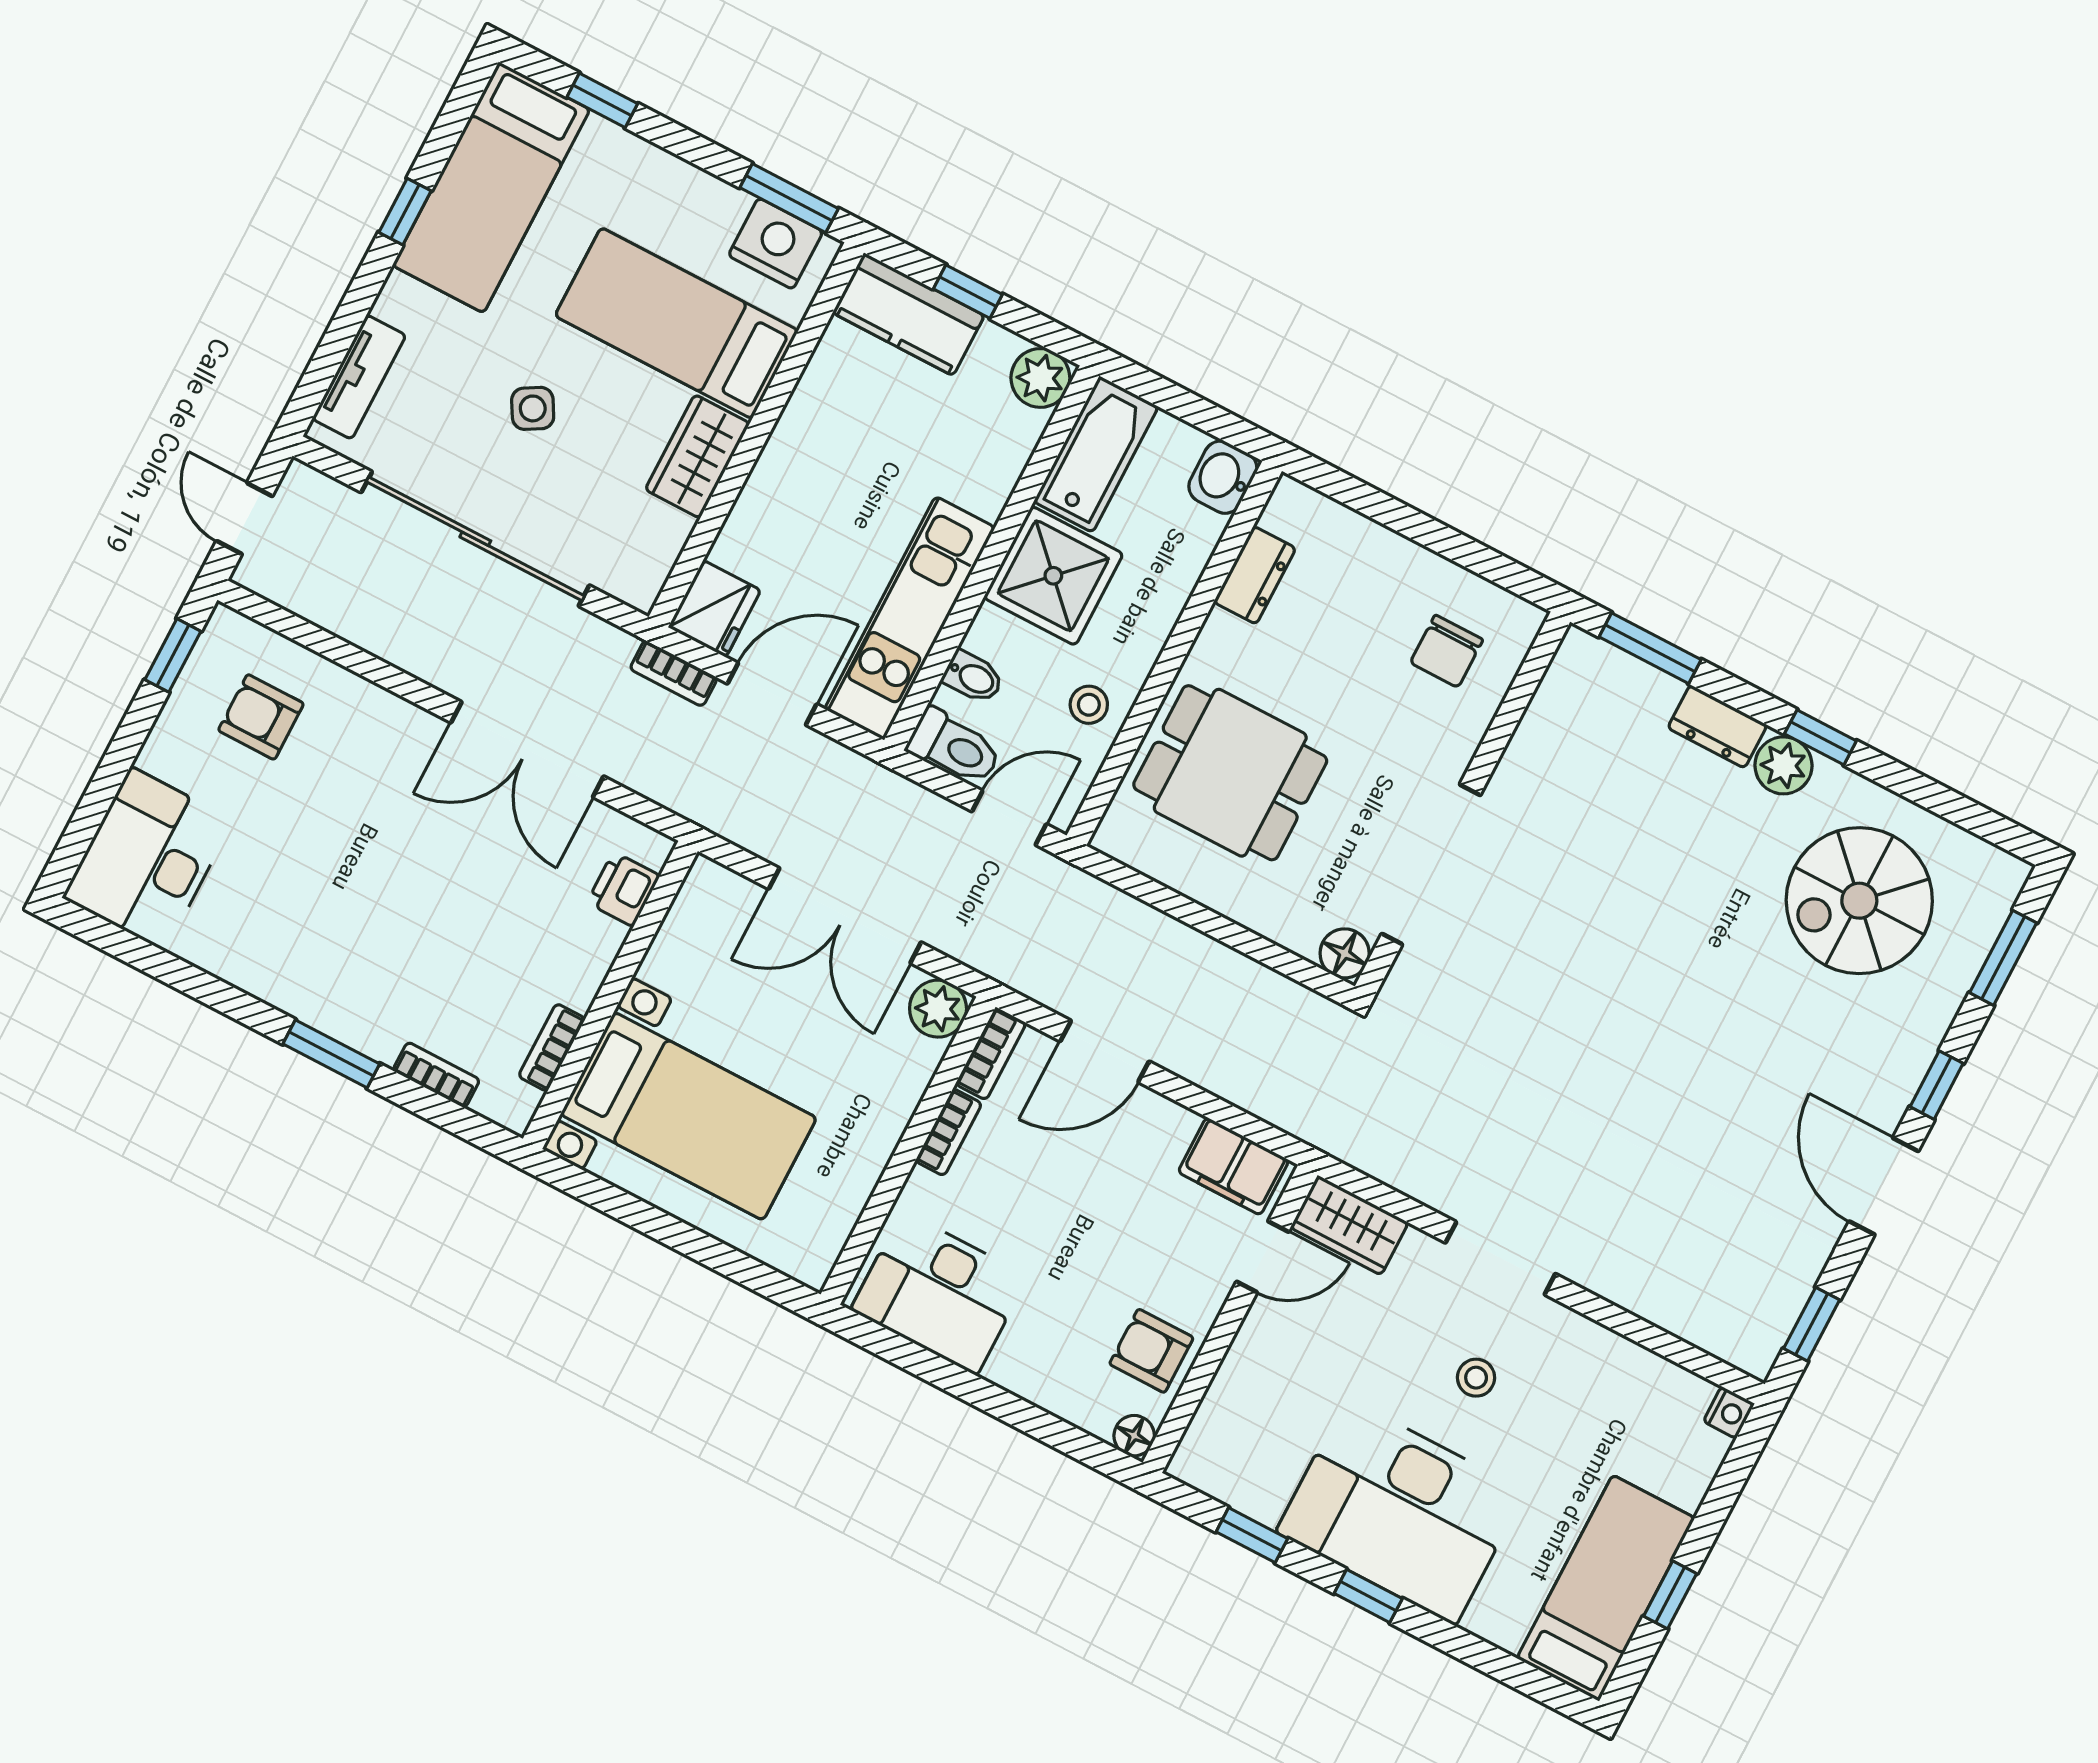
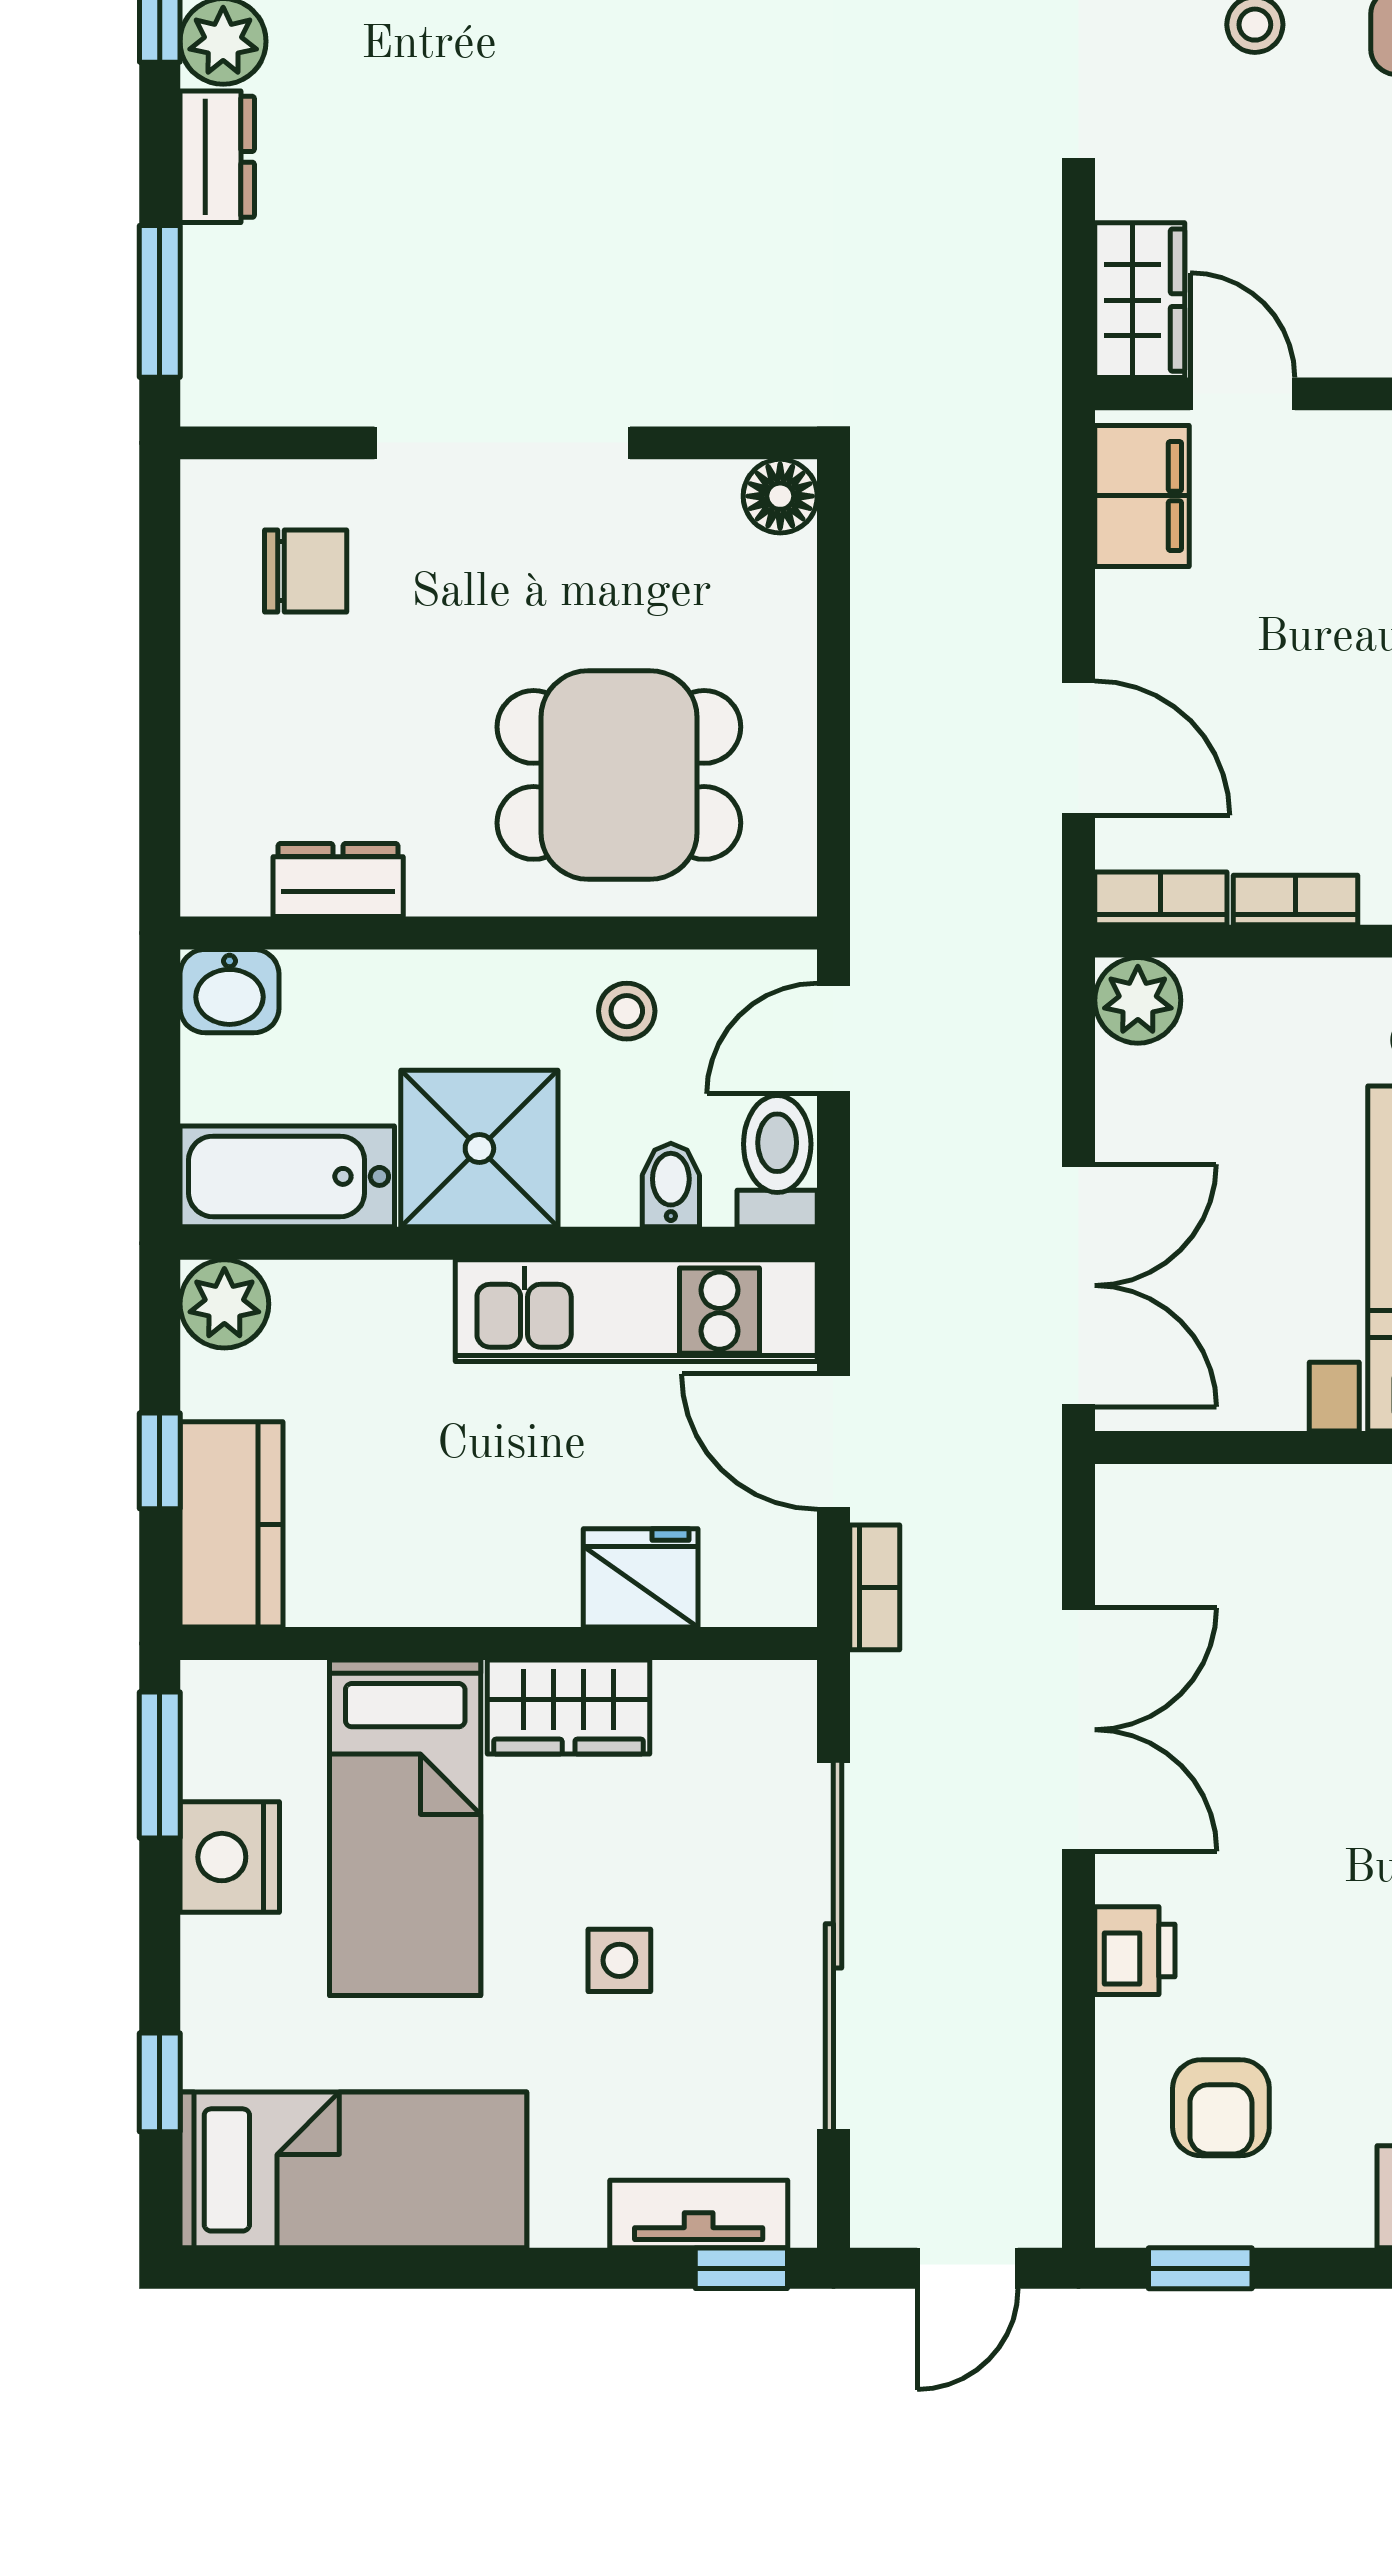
window: (405, 212) -> (741, 2268), moved
nightstand: (776, 244) -> (230, 1857), moved
side table: (533, 408) -> (619, 1960), turned 30
fridge: (715, 609) -> (641, 1578), moved
dining table: (1230, 773) -> (619, 775), turned 90
door: (1009, 818) -> (833, 1039), hinge flipped
doorway: (1431, 864) -> (502, 443), moved
printer: (623, 889) -> (1135, 1951), moved, turned -90
double door: (845, 916) -> (1079, 1285), moved

